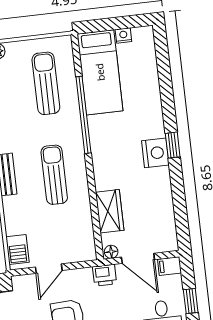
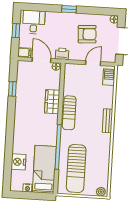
sun lounger: (46, 83) -> (76, 169), width x1.36, depth x1.34
window: (173, 145) -> (12, 89), moved
nightstand: (155, 153) -> (18, 162), moved
sun lounger: (54, 175) -> (69, 113), moved
wardrobe: (110, 211) -> (52, 102), moved

